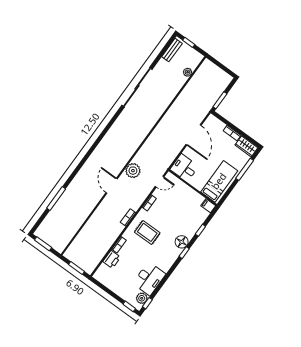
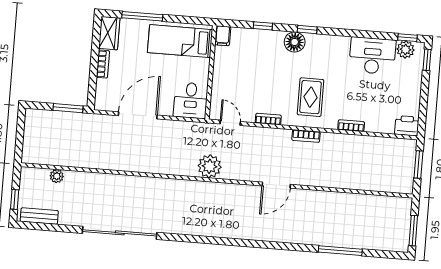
plant: (133, 171) -> (210, 166), moved
printer: (112, 259) -> (407, 126), moved

